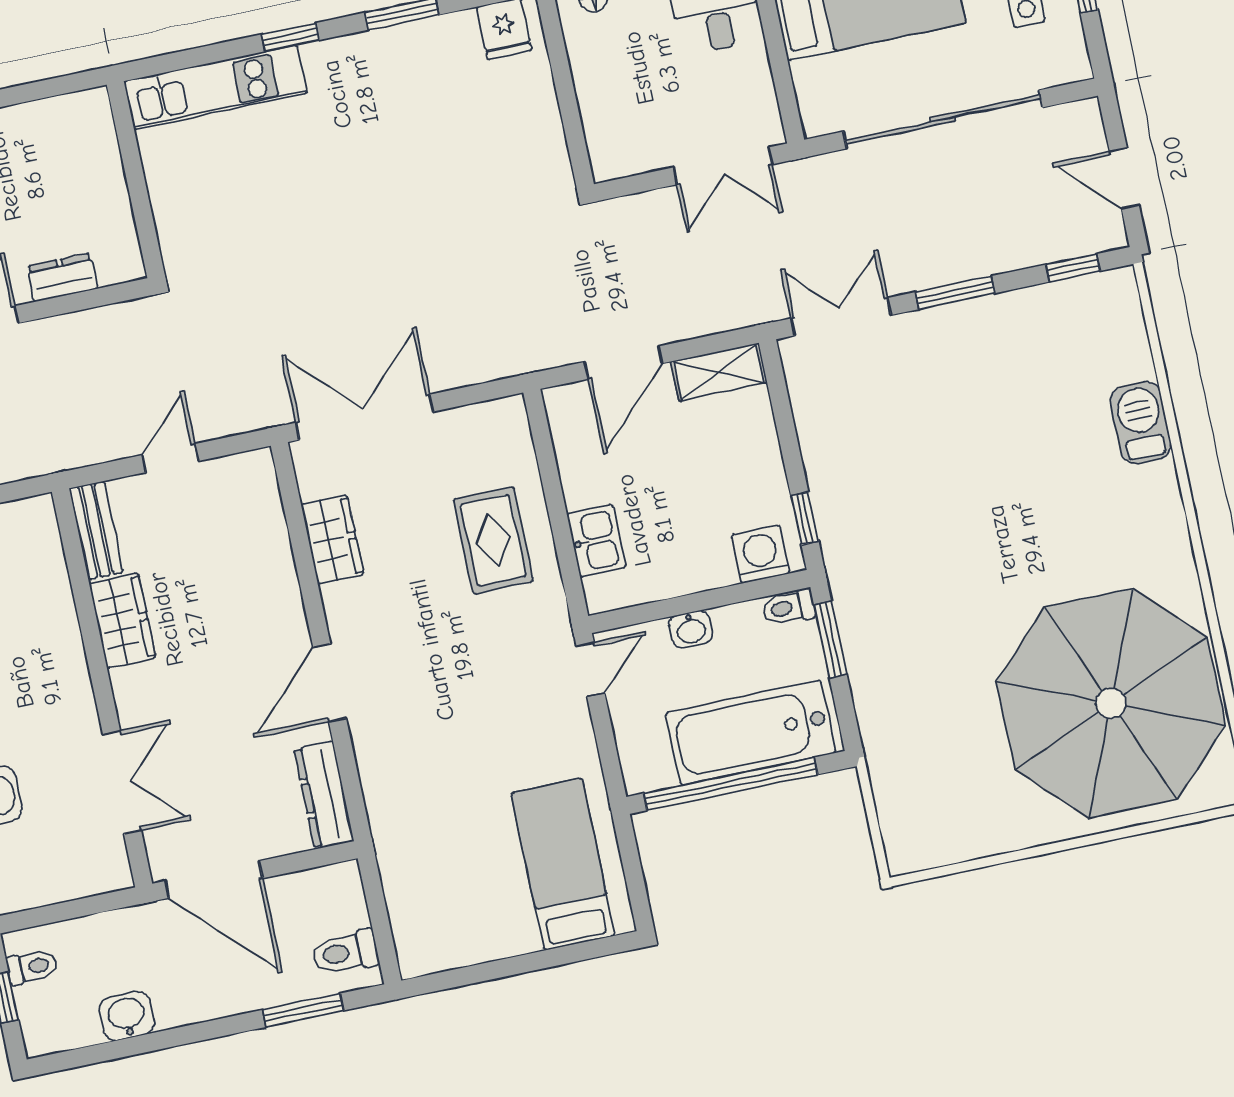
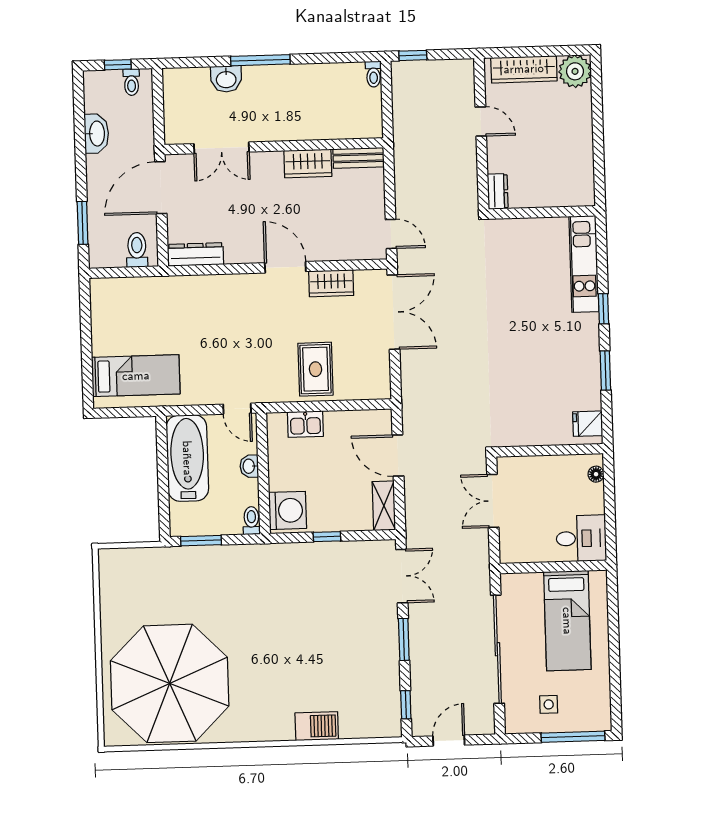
double door: (723, 166) -> (493, 501), moved
dresser: (62, 277) -> (498, 191), moved
door: (170, 458) -> (391, 234), moved
window: (805, 518) -> (327, 537), moved
rug: (493, 540) -> (315, 369), turned 90
washing machine: (761, 554) -> (288, 510), width x1.37, depth x1.37
window: (830, 639) -> (201, 541), moved
door: (330, 683) -> (285, 267), moved
bathtub: (751, 733) -> (187, 458), moved
window: (731, 784) -> (163, 473), removed
toilet: (345, 952) -> (137, 250), moved
washbasin: (127, 1016) -> (96, 134), width x1.38

